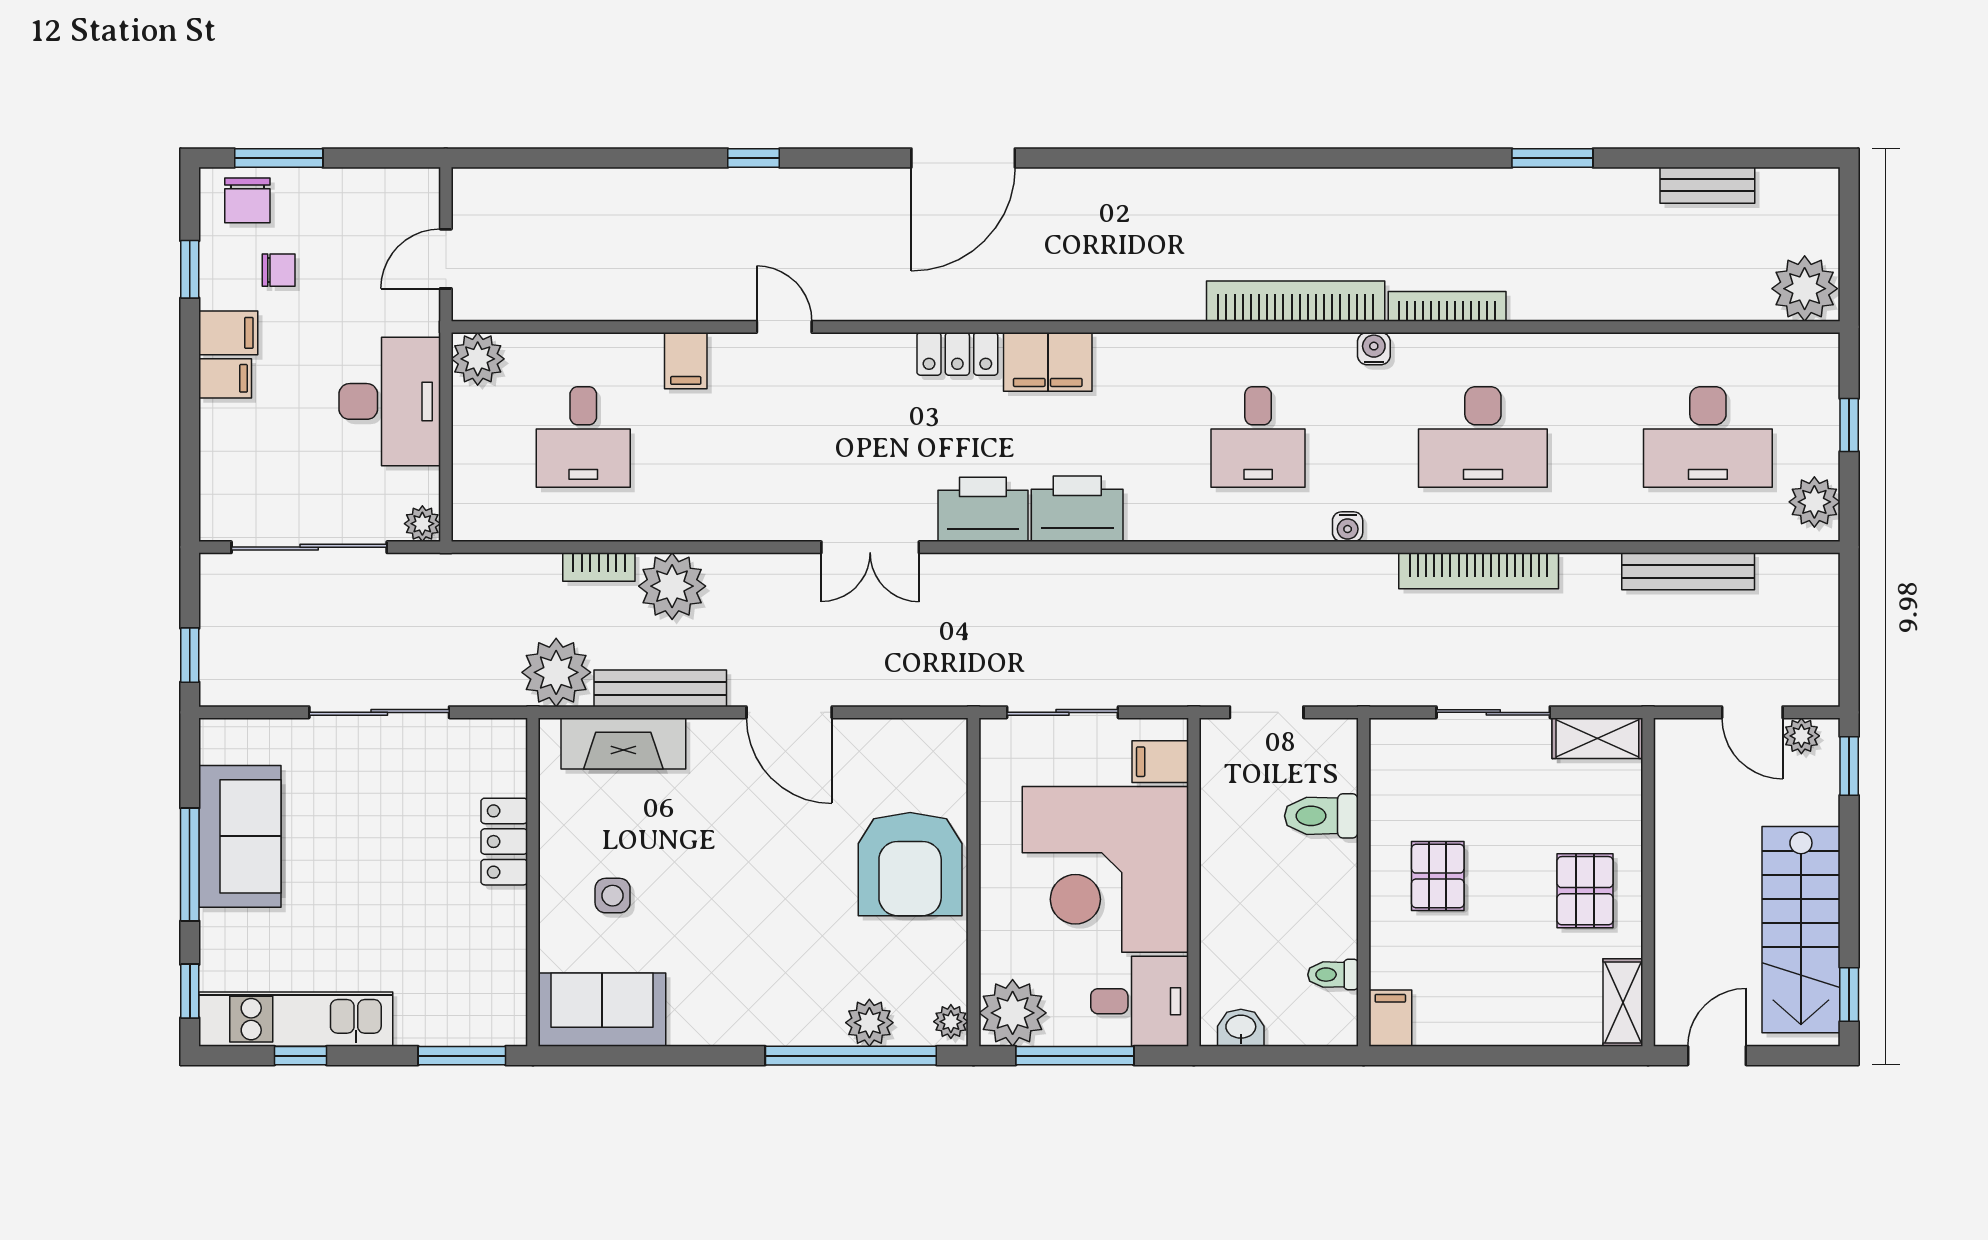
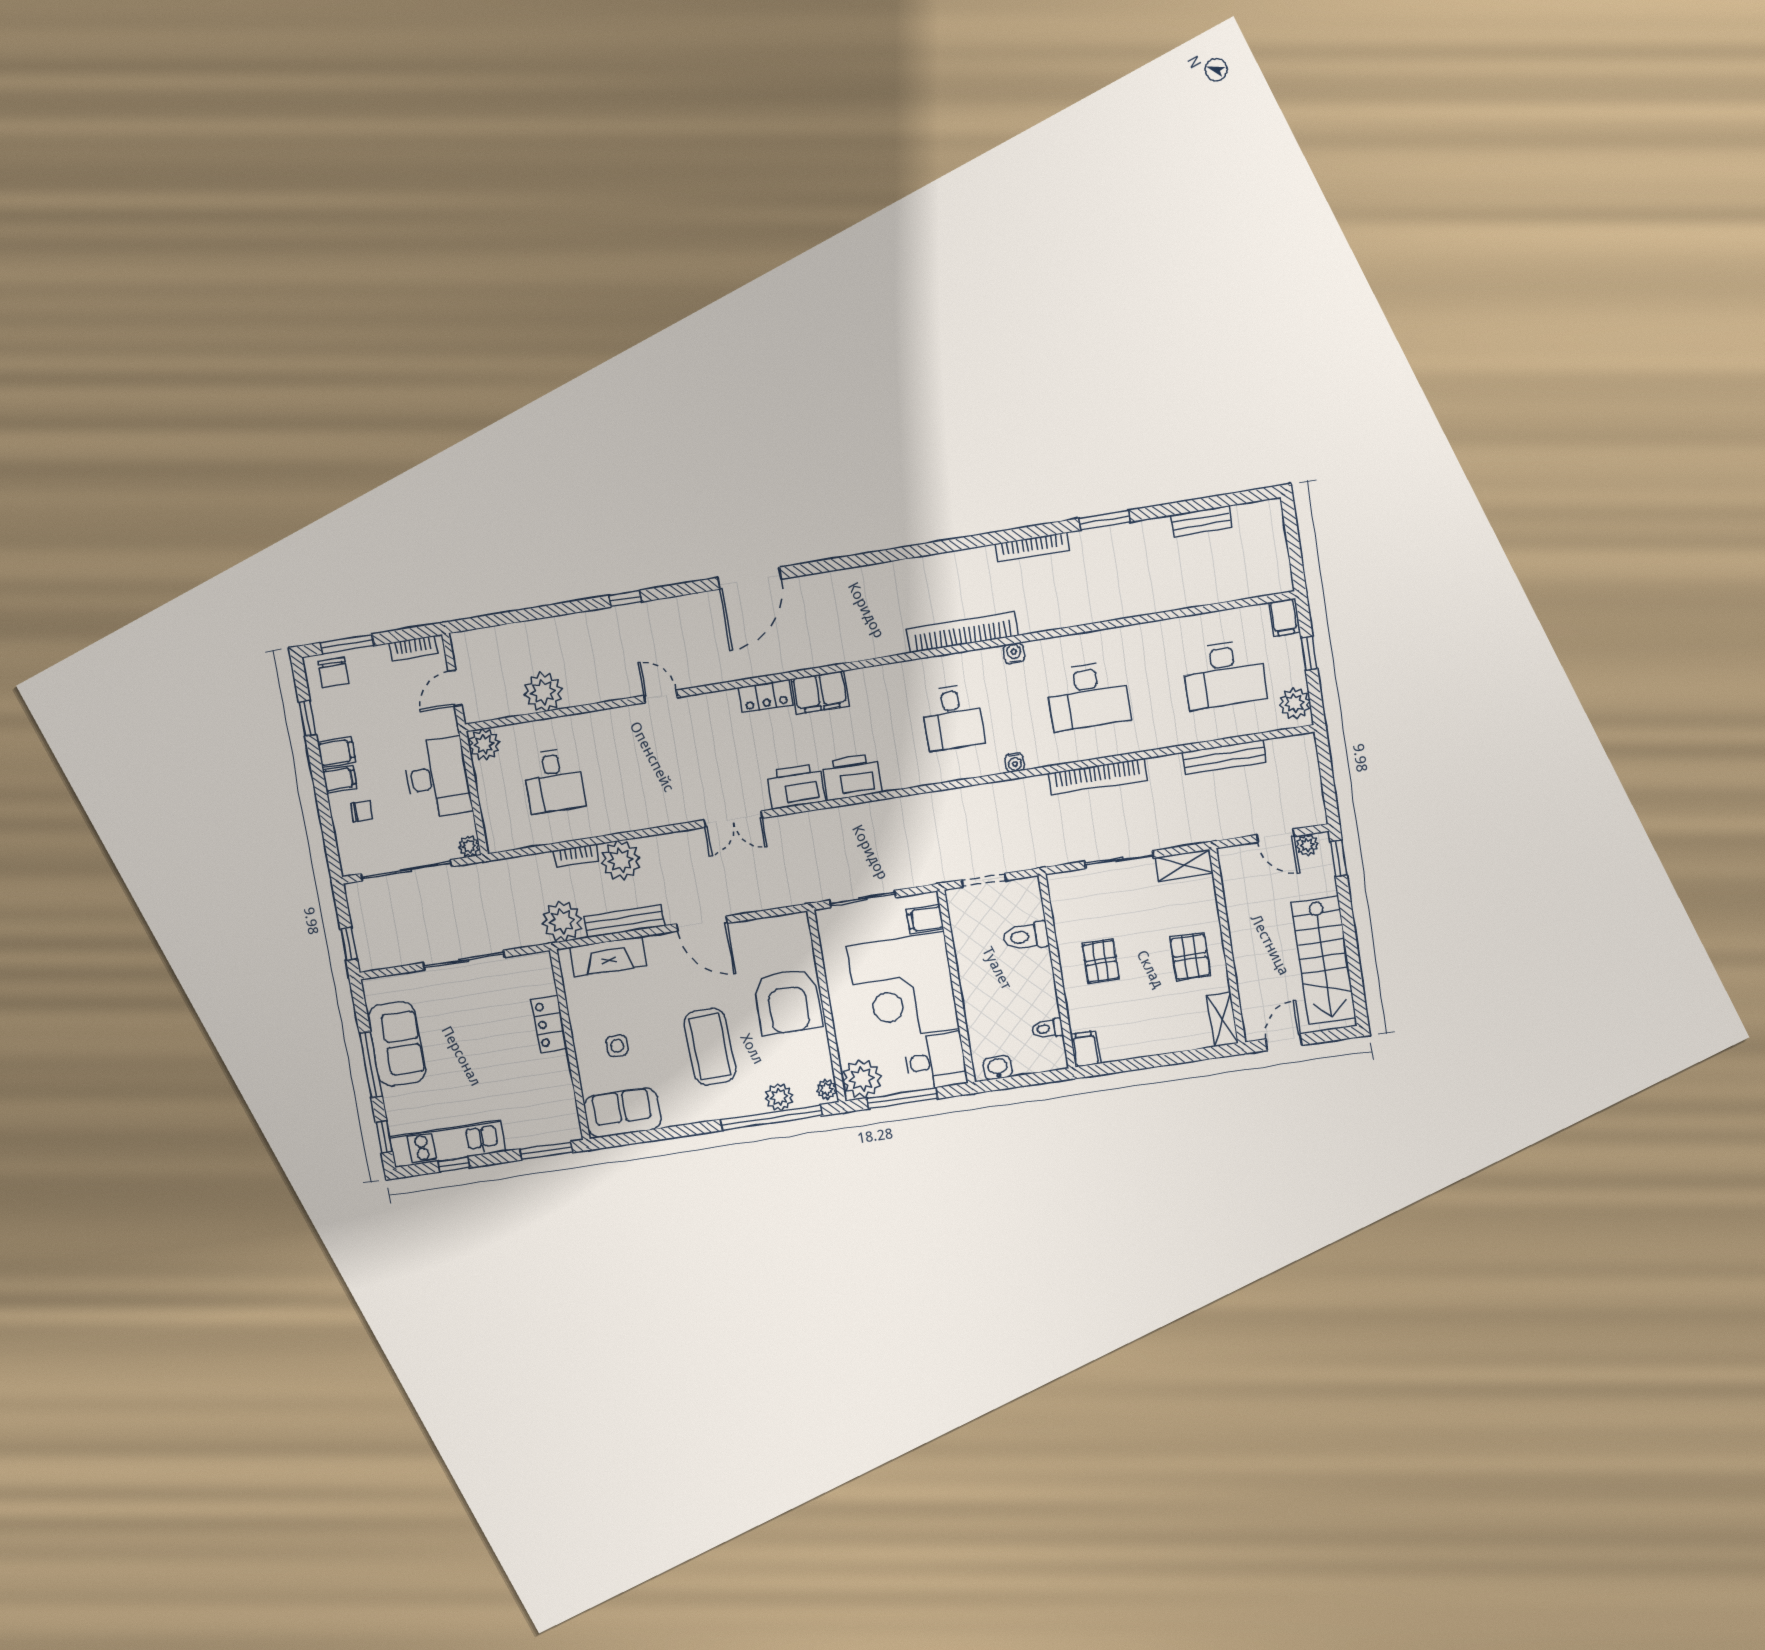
bookcase: (388, 183) -> (413, 648), added
chair: (279, 270) -> (361, 811), moved
plant: (1805, 289) -> (543, 692), moved
bookcase: (1447, 306) -> (1032, 547), moved, turned 180
filing cabinet: (686, 361) -> (1284, 617), moved
coffee table: (768, 921) -> (710, 1047), added
window: (1849, 994) -> (1358, 994), removed

